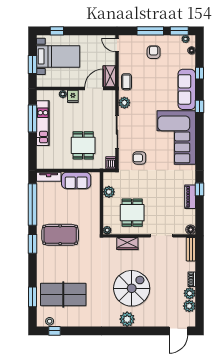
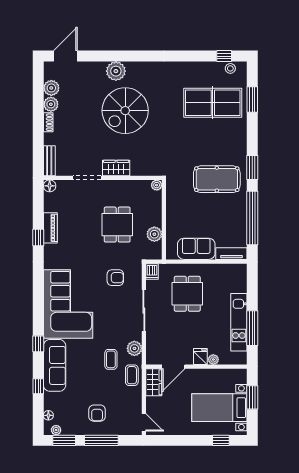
coffee table: (143, 94) -> (111, 359), added
dining table: (132, 213) -> (117, 225), moved
wardrobe: (127, 244) -> (116, 168), moved
plant: (127, 319) -> (116, 71), moved

